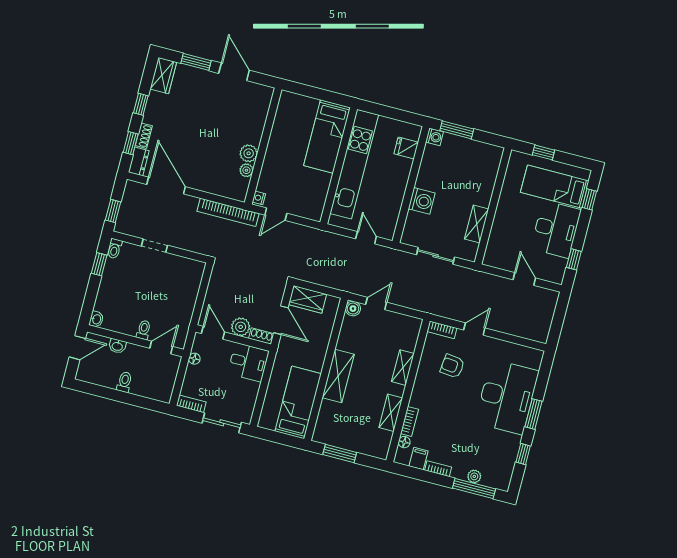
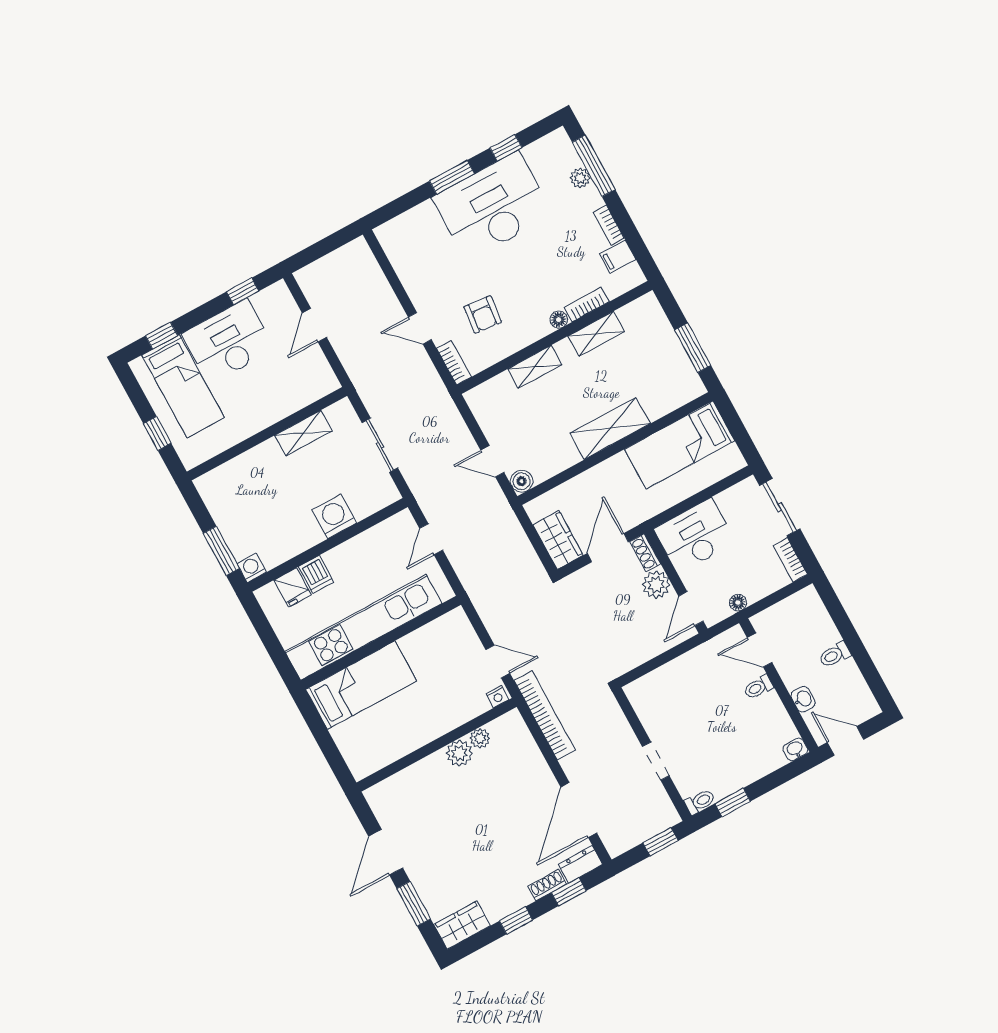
dishwasher: (402, 165) -> (316, 574), added
desk: (248, 362) -> (695, 536), width x1.37
desk: (507, 397) -> (493, 206), moved
floor lamp: (404, 442) -> (559, 320), moved

